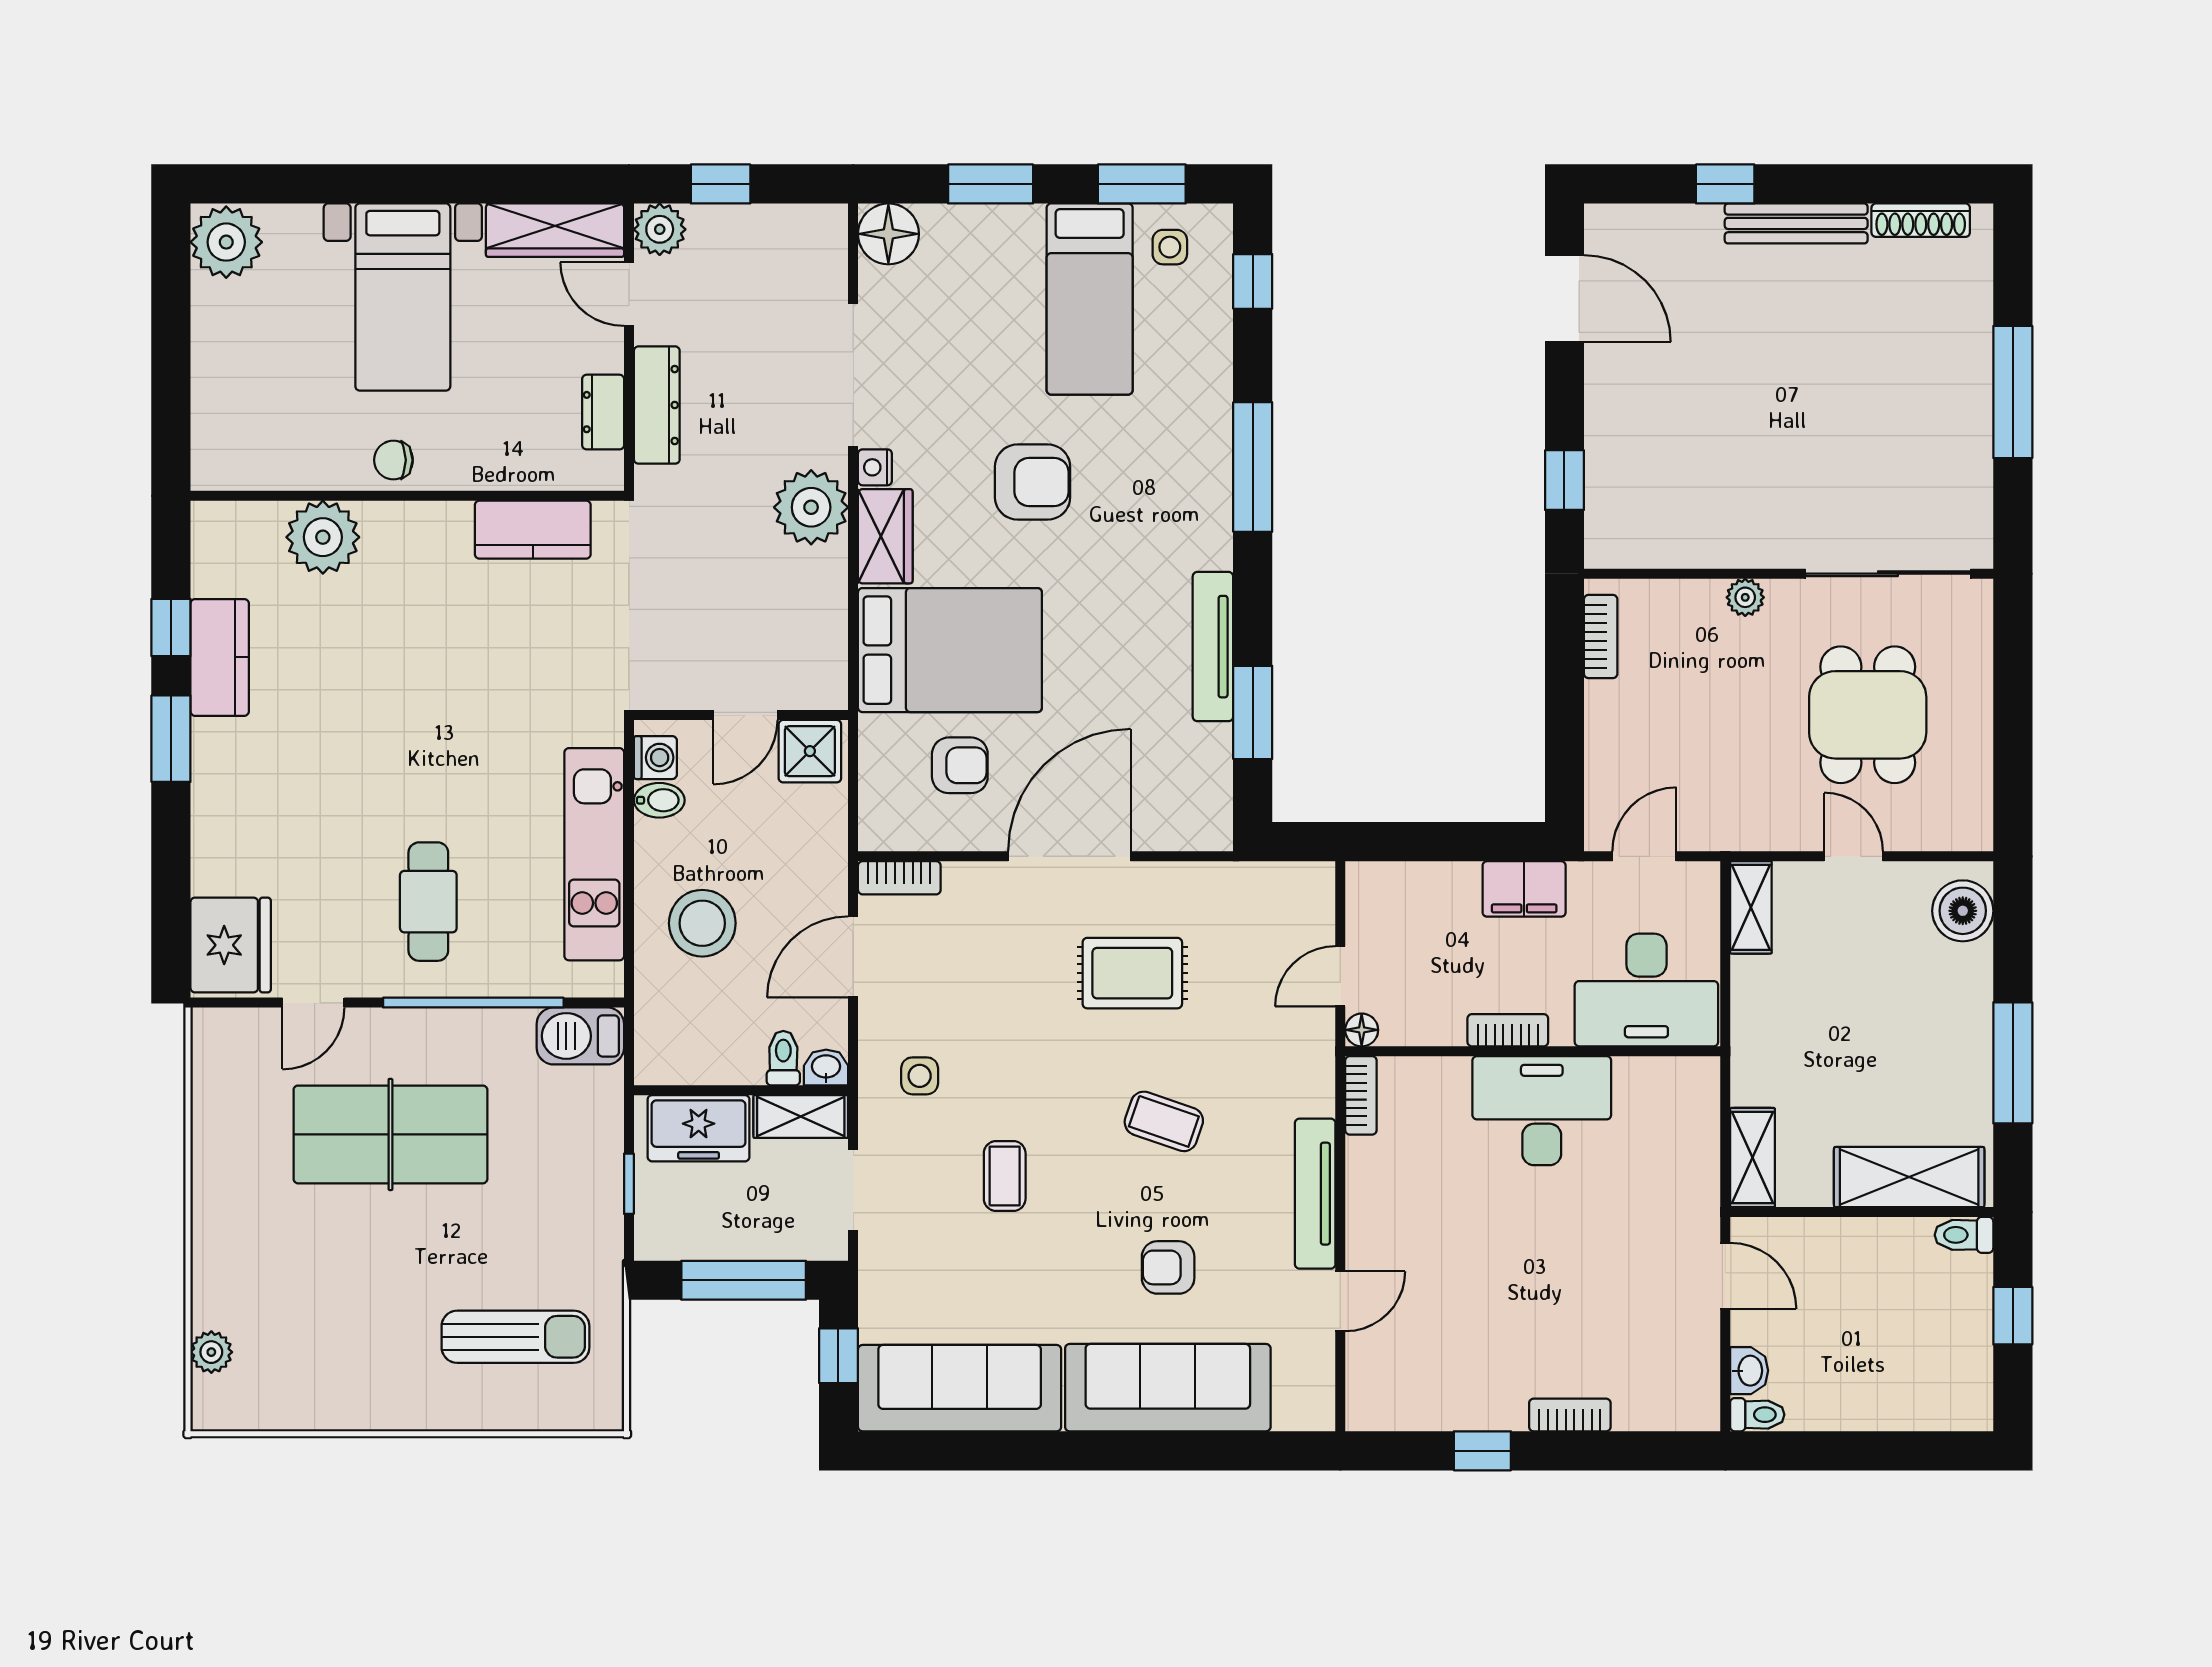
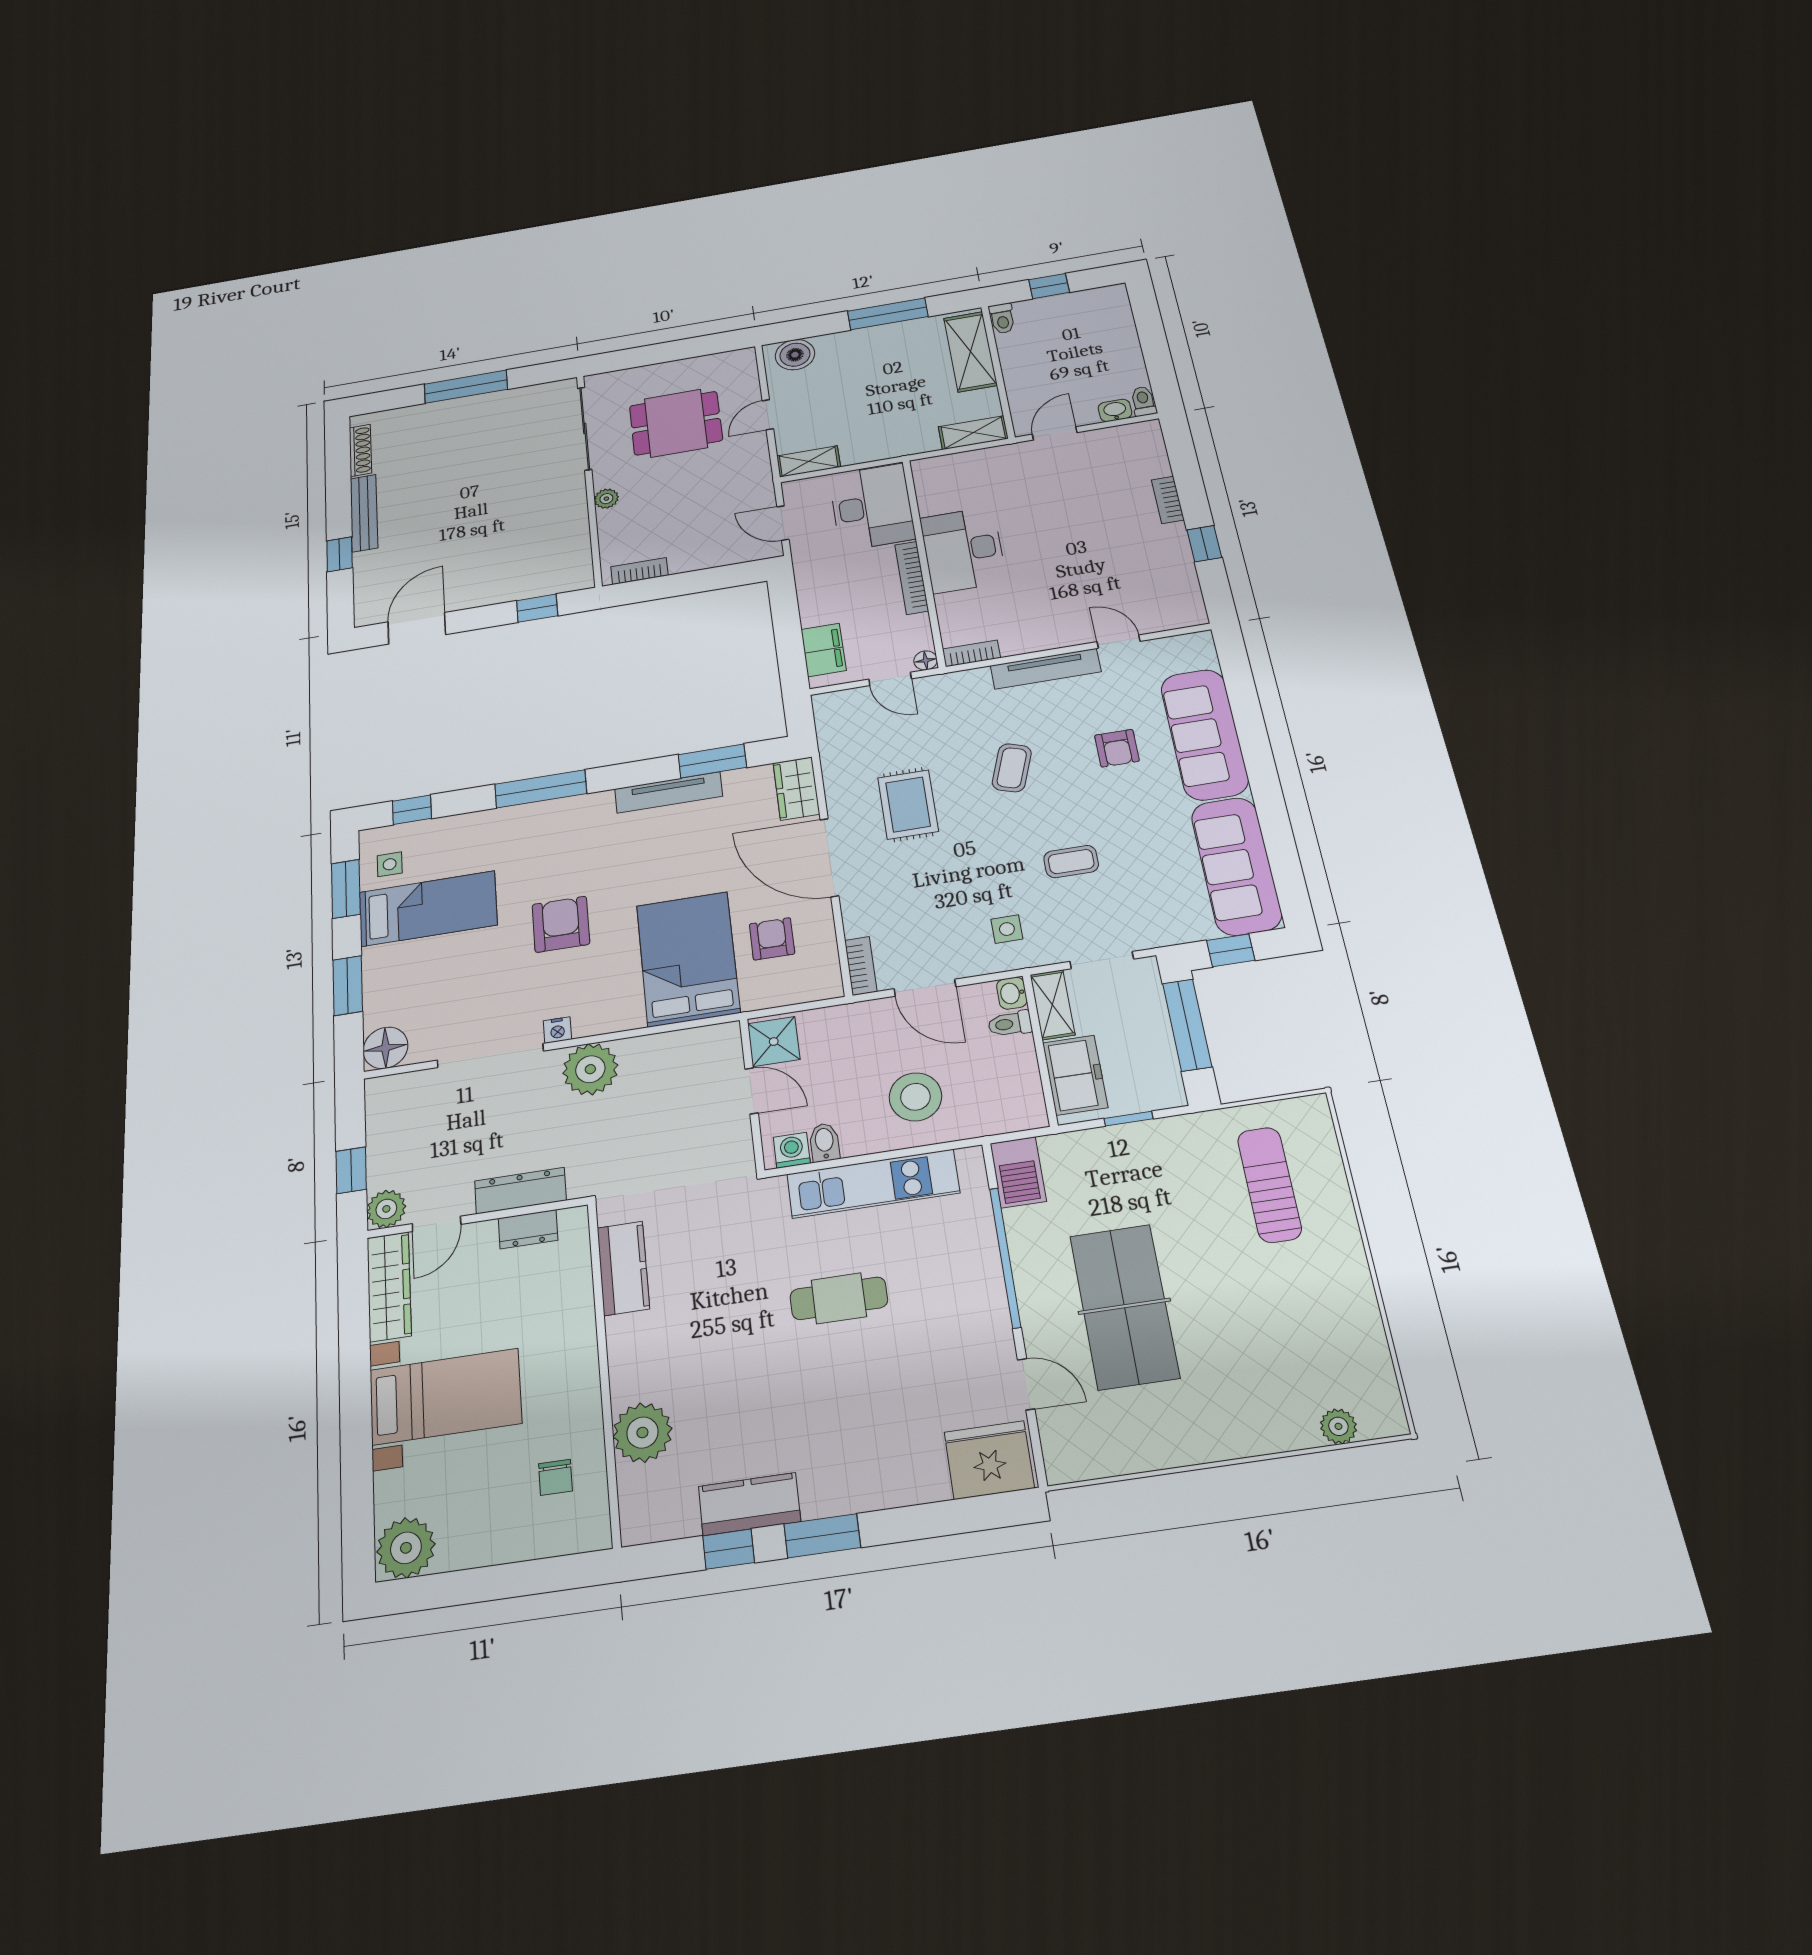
chair: (393, 460) -> (555, 1477), moved
wardrobe: (885, 536) -> (796, 789), moved, turned -90
filing cabinet: (1524, 889) -> (824, 650), moved
cafe table: (428, 902) -> (839, 1298), moved
bookcase: (1508, 1030) -> (912, 578), width x1.56

